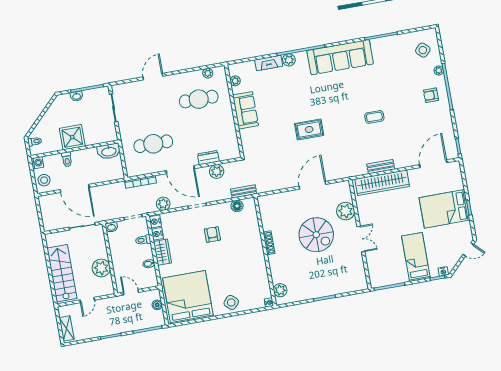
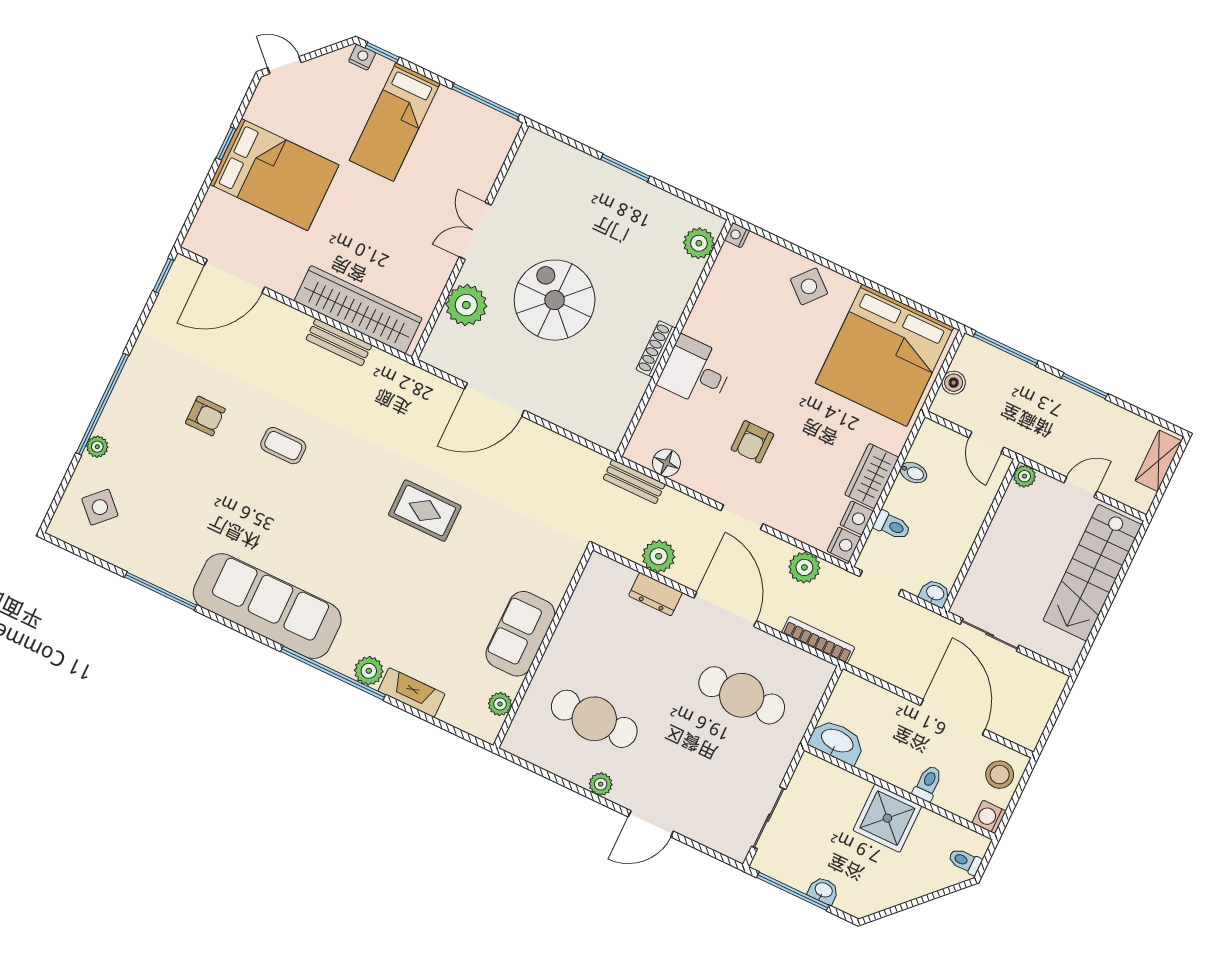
plant: (208, 73) -> (601, 784), moved
armchair: (431, 95) -> (205, 416), moved
desk: (249, 245) -> (696, 372), added
plant: (101, 268) -> (1024, 476), moved, width x0.53, depth x0.53

